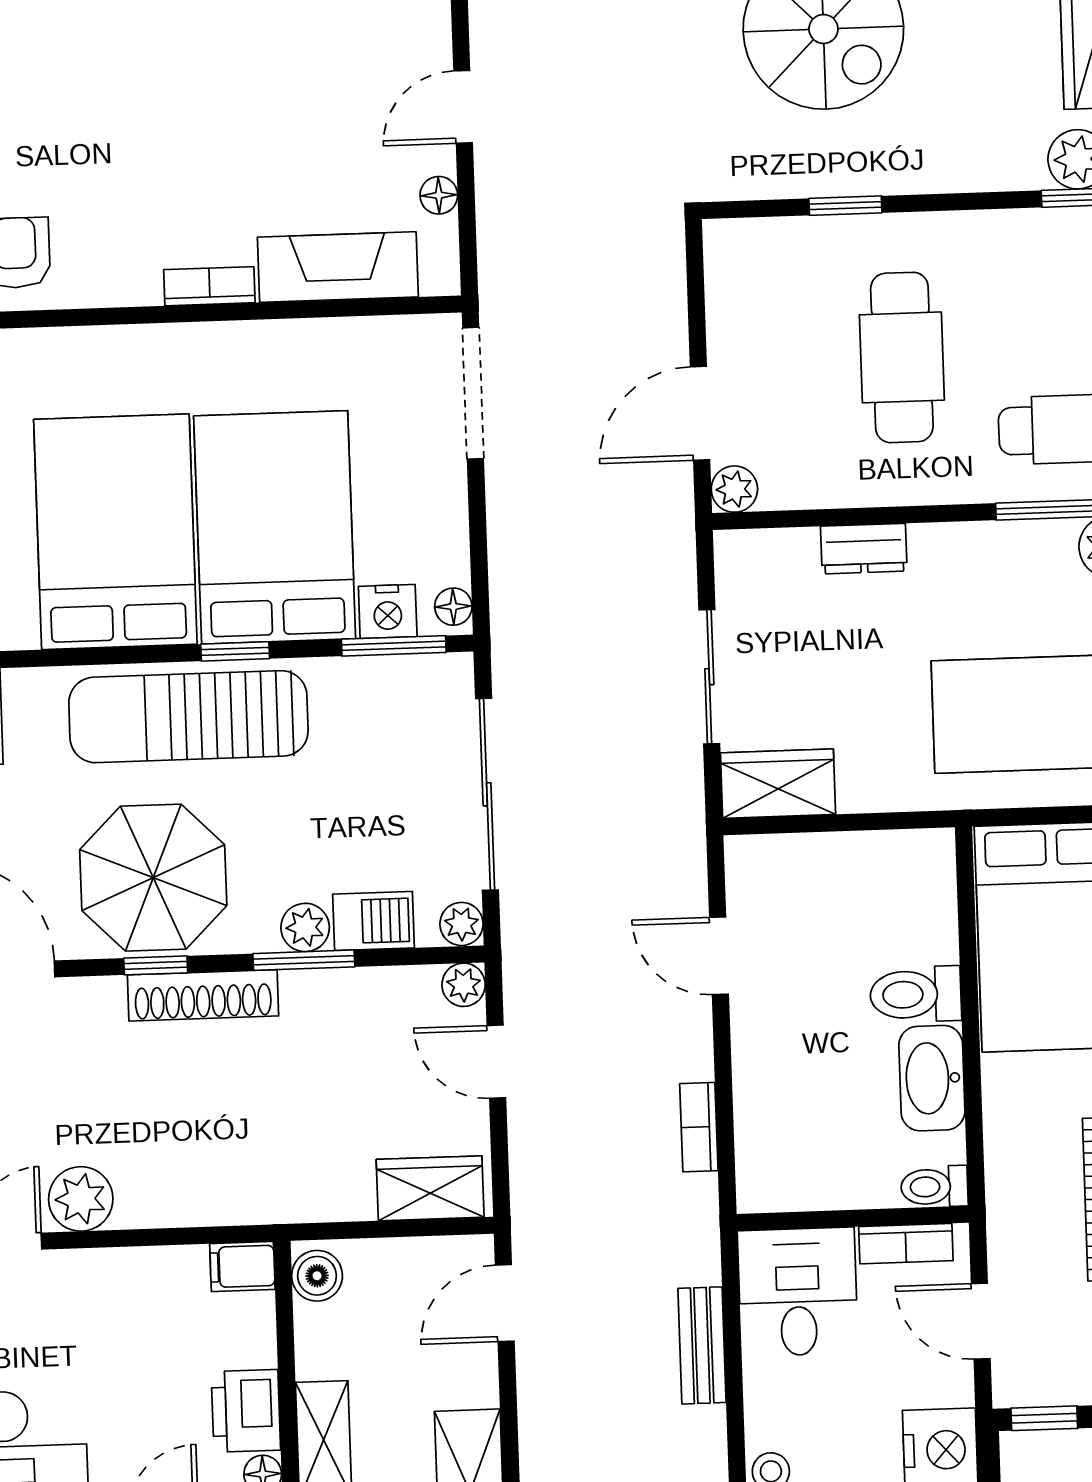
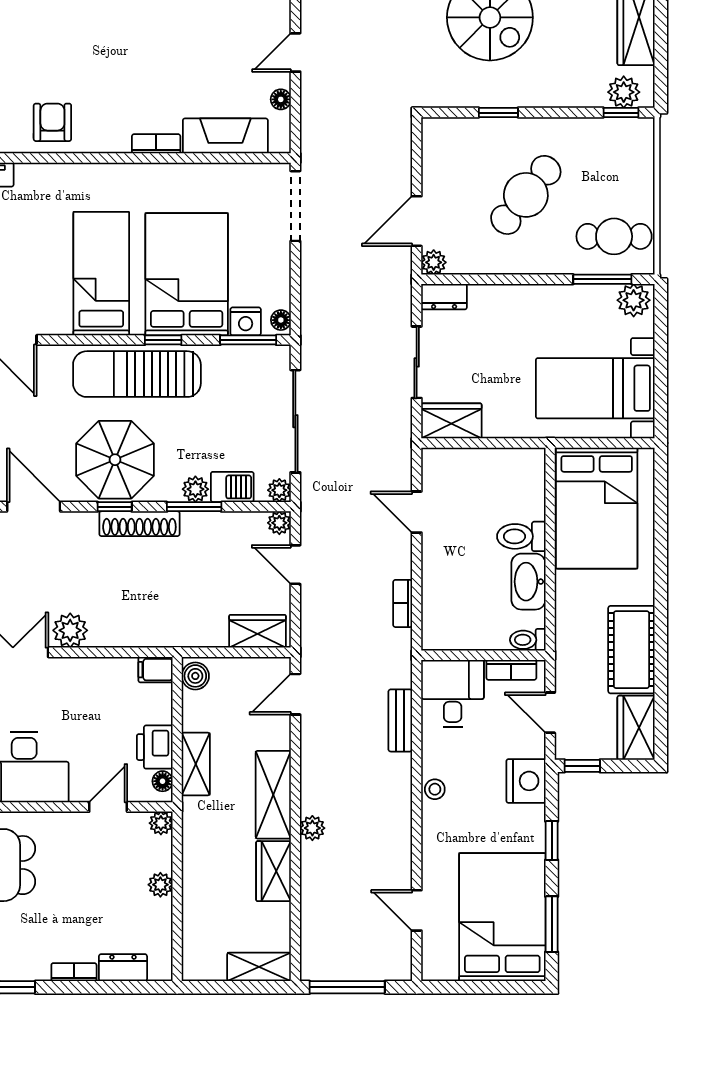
cafe table: (902, 357) -> (526, 195), turned 39
bed: (115, 532) -> (101, 274), width x0.67
dresser: (864, 549) -> (444, 297), moved

